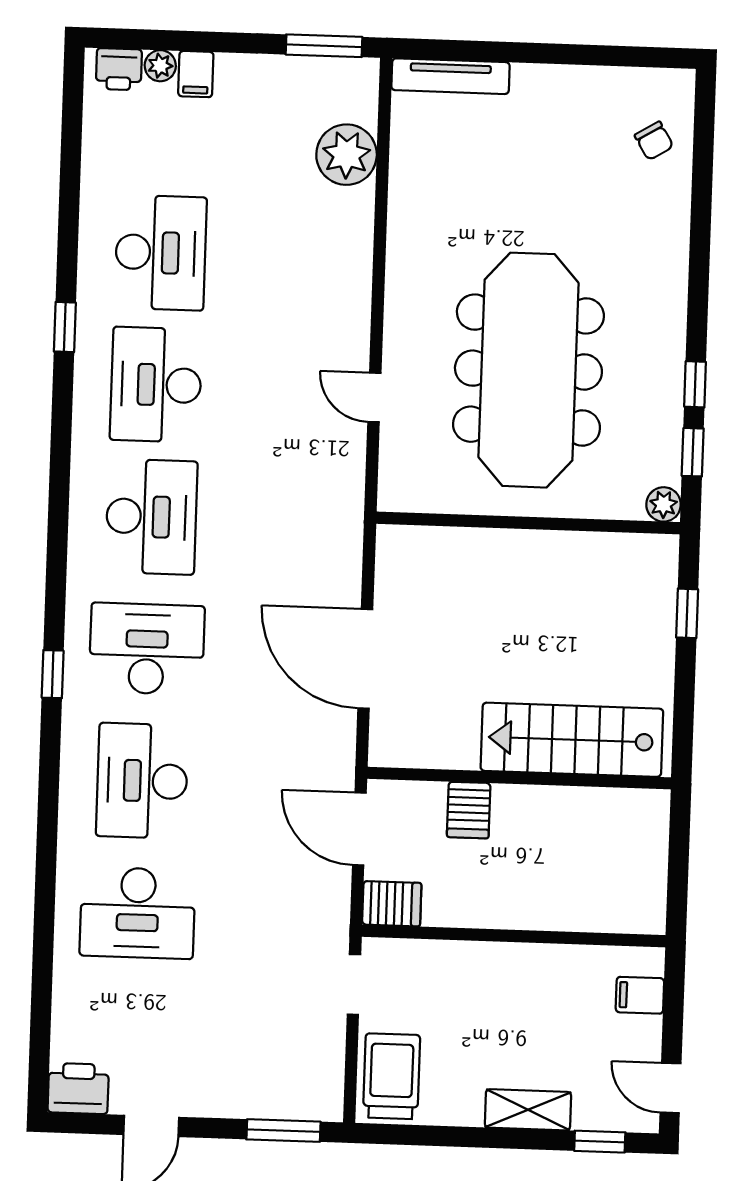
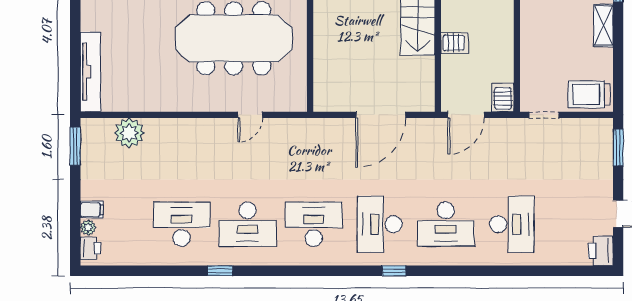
tv unit: (451, 76) -> (90, 72), width x1.36, depth x1.29
server rack: (469, 810) -> (455, 43), moved

